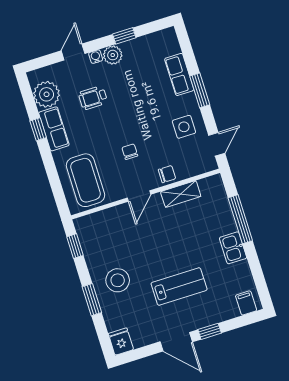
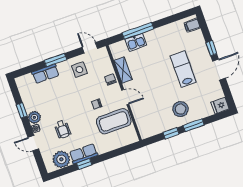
coffee table: (85, 180) -> (114, 121), moved
window: (75, 246) -> (171, 133), moved
kitchen sink: (233, 248) -> (136, 42), moved

